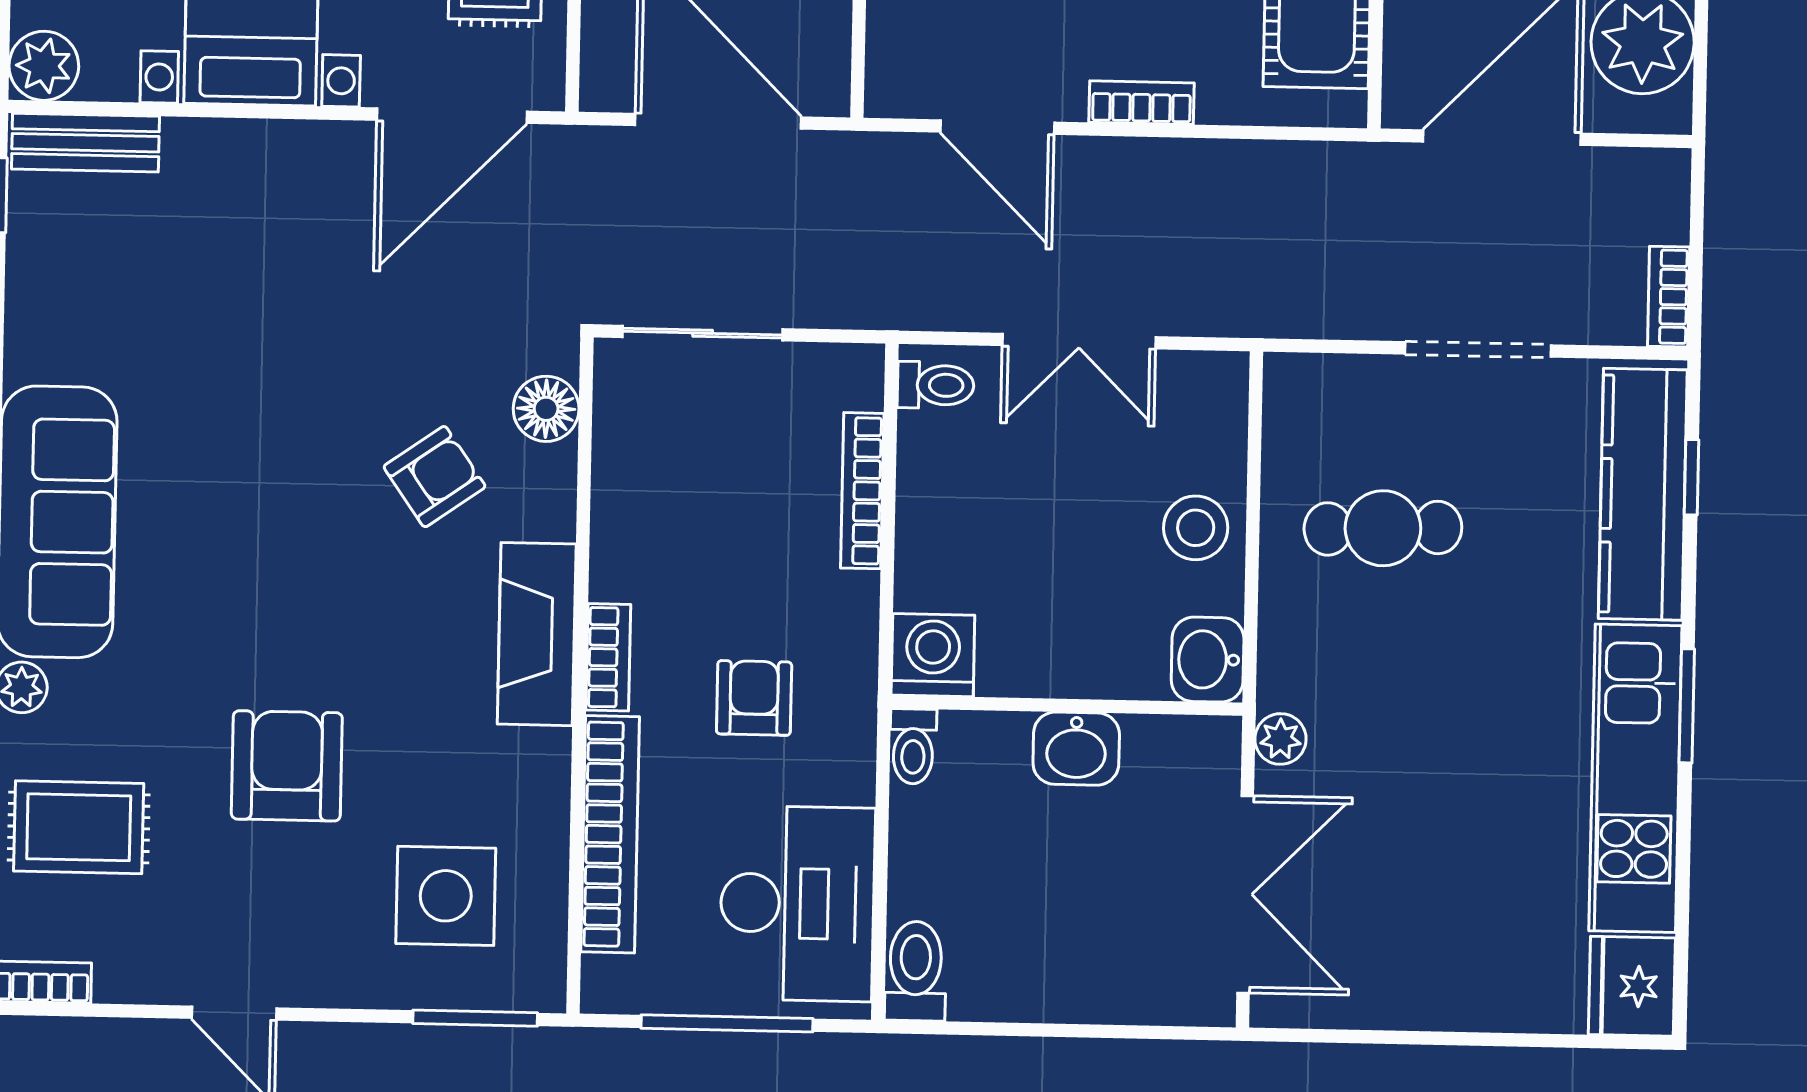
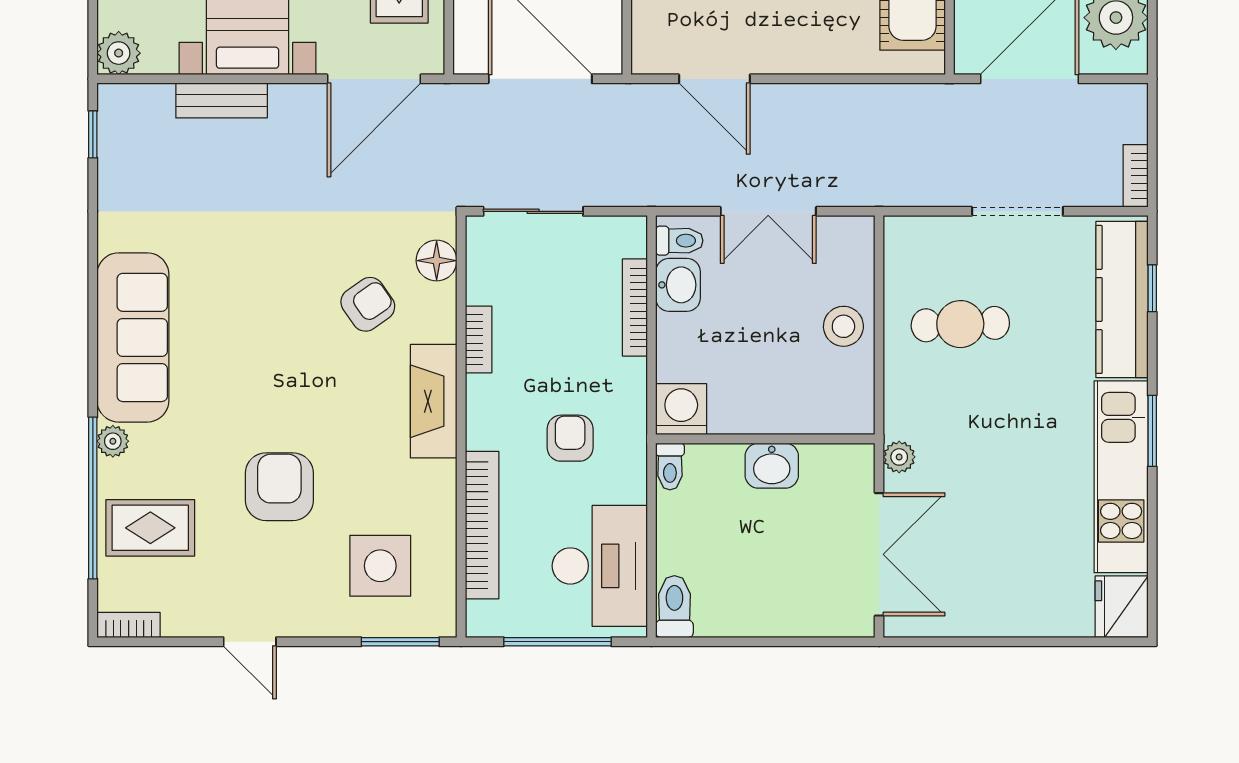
bookcase: (1142, 103) -> (804, 62), removed
bench: (85, 143) -> (222, 100), moved
bookcase: (608, 657) -> (479, 340), moved
washbasin: (1208, 660) -> (678, 285), moved, turned 180

